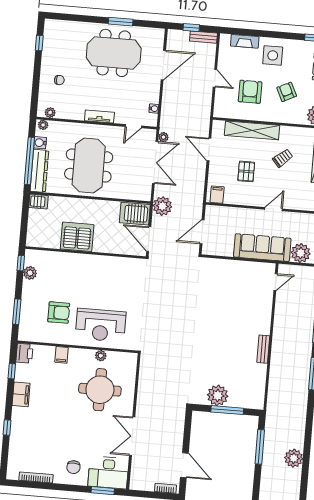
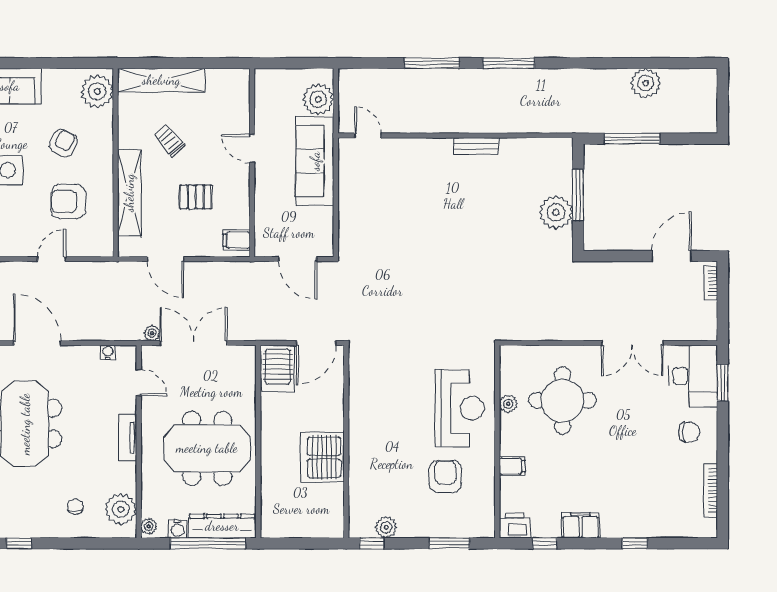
armchair: (287, 92) -> (64, 143), turned 143
plant: (50, 113) -> (121, 509), width x1.87, depth x1.87
door: (209, 149) -> (166, 259), hinge flipped
server rack: (38, 202) -> (271, 523), removed
plant: (162, 206) -> (262, 326), removed

